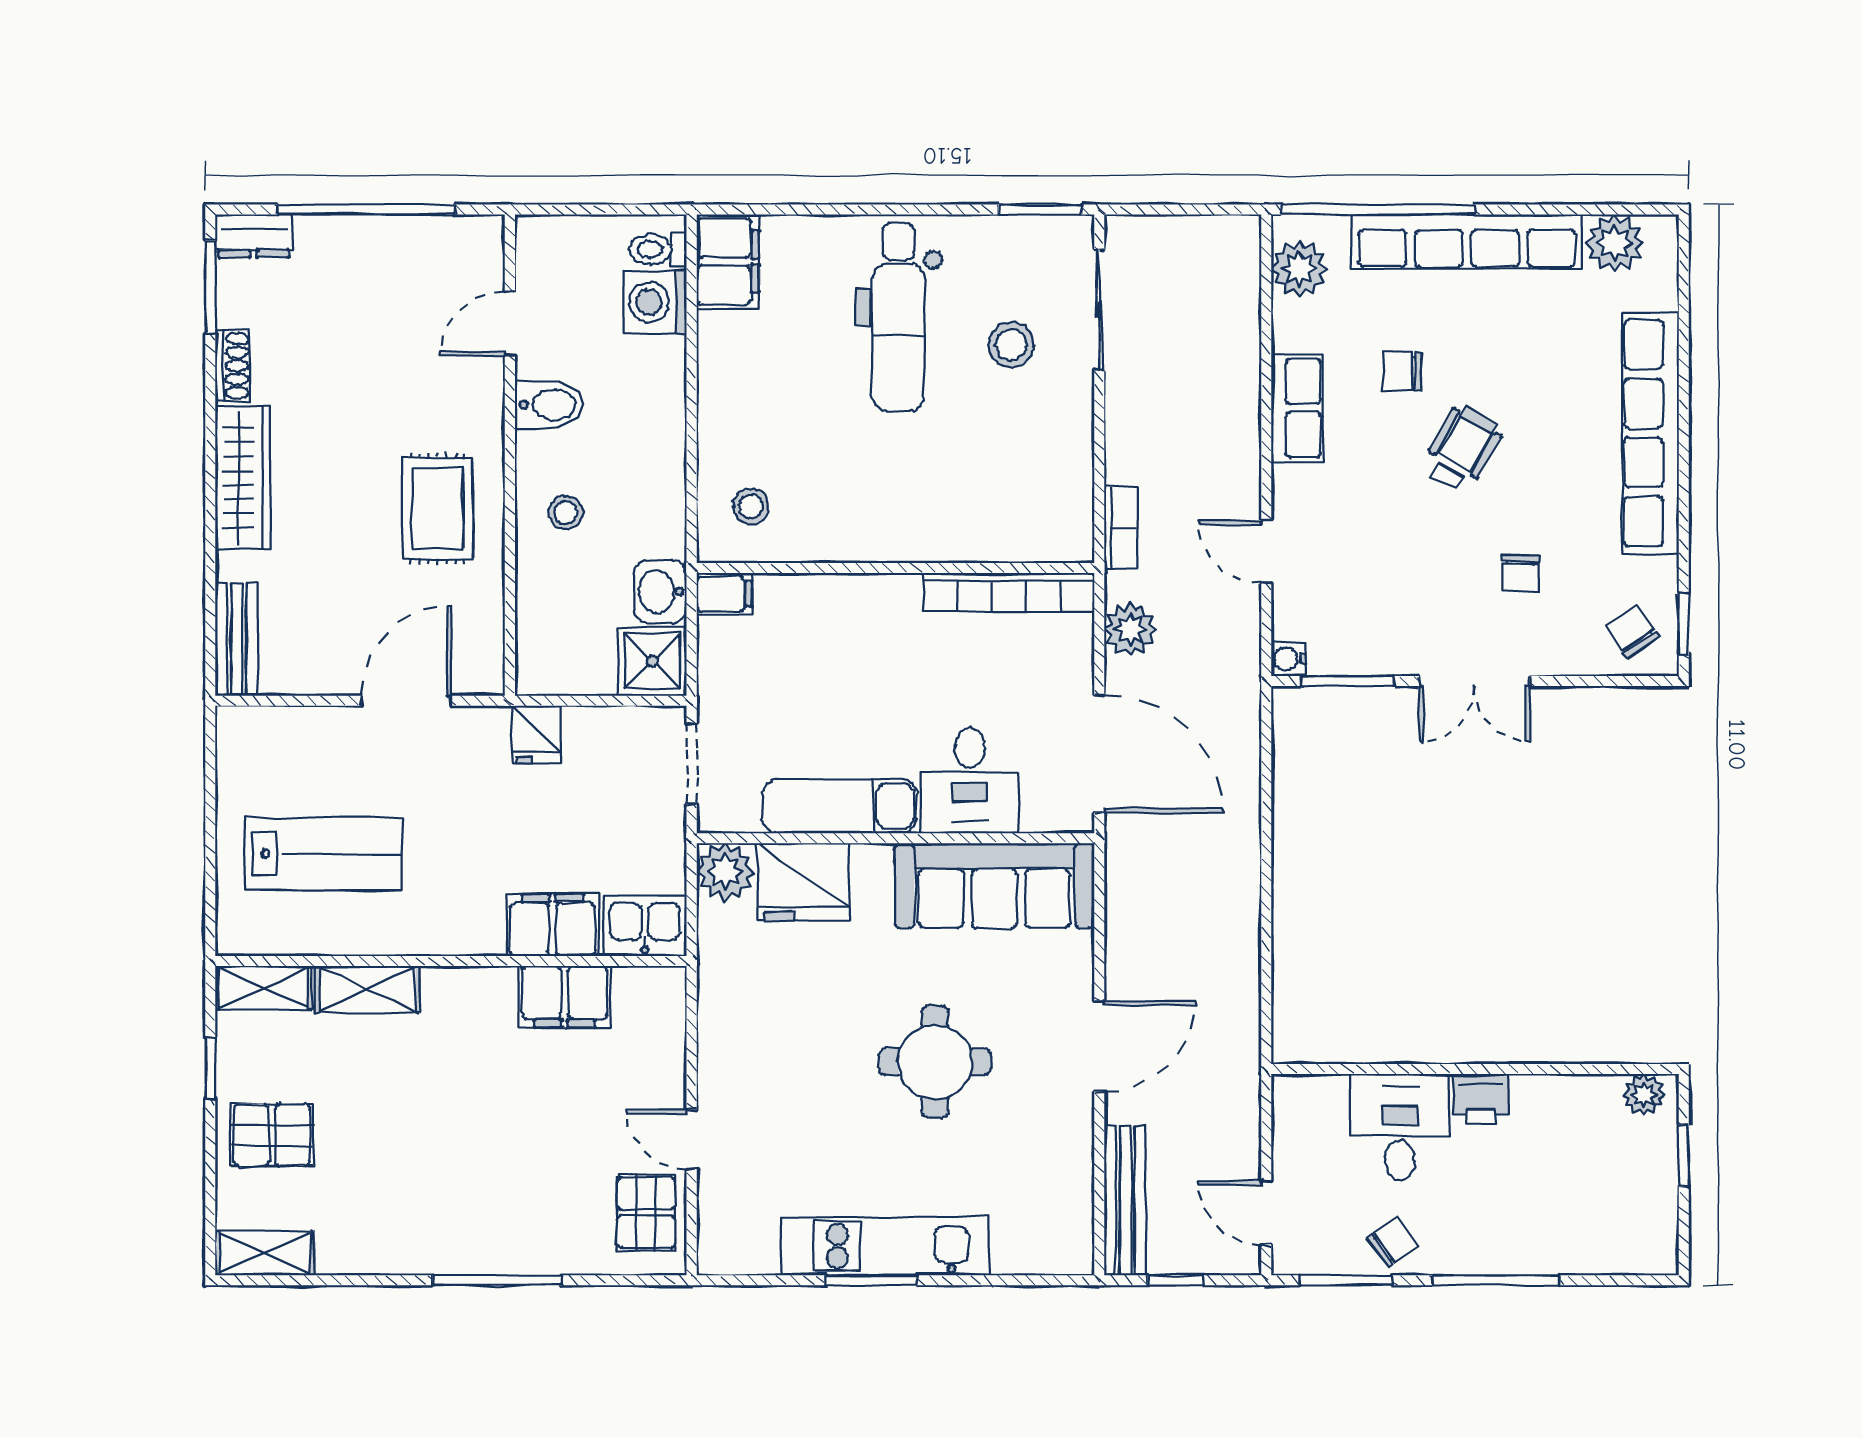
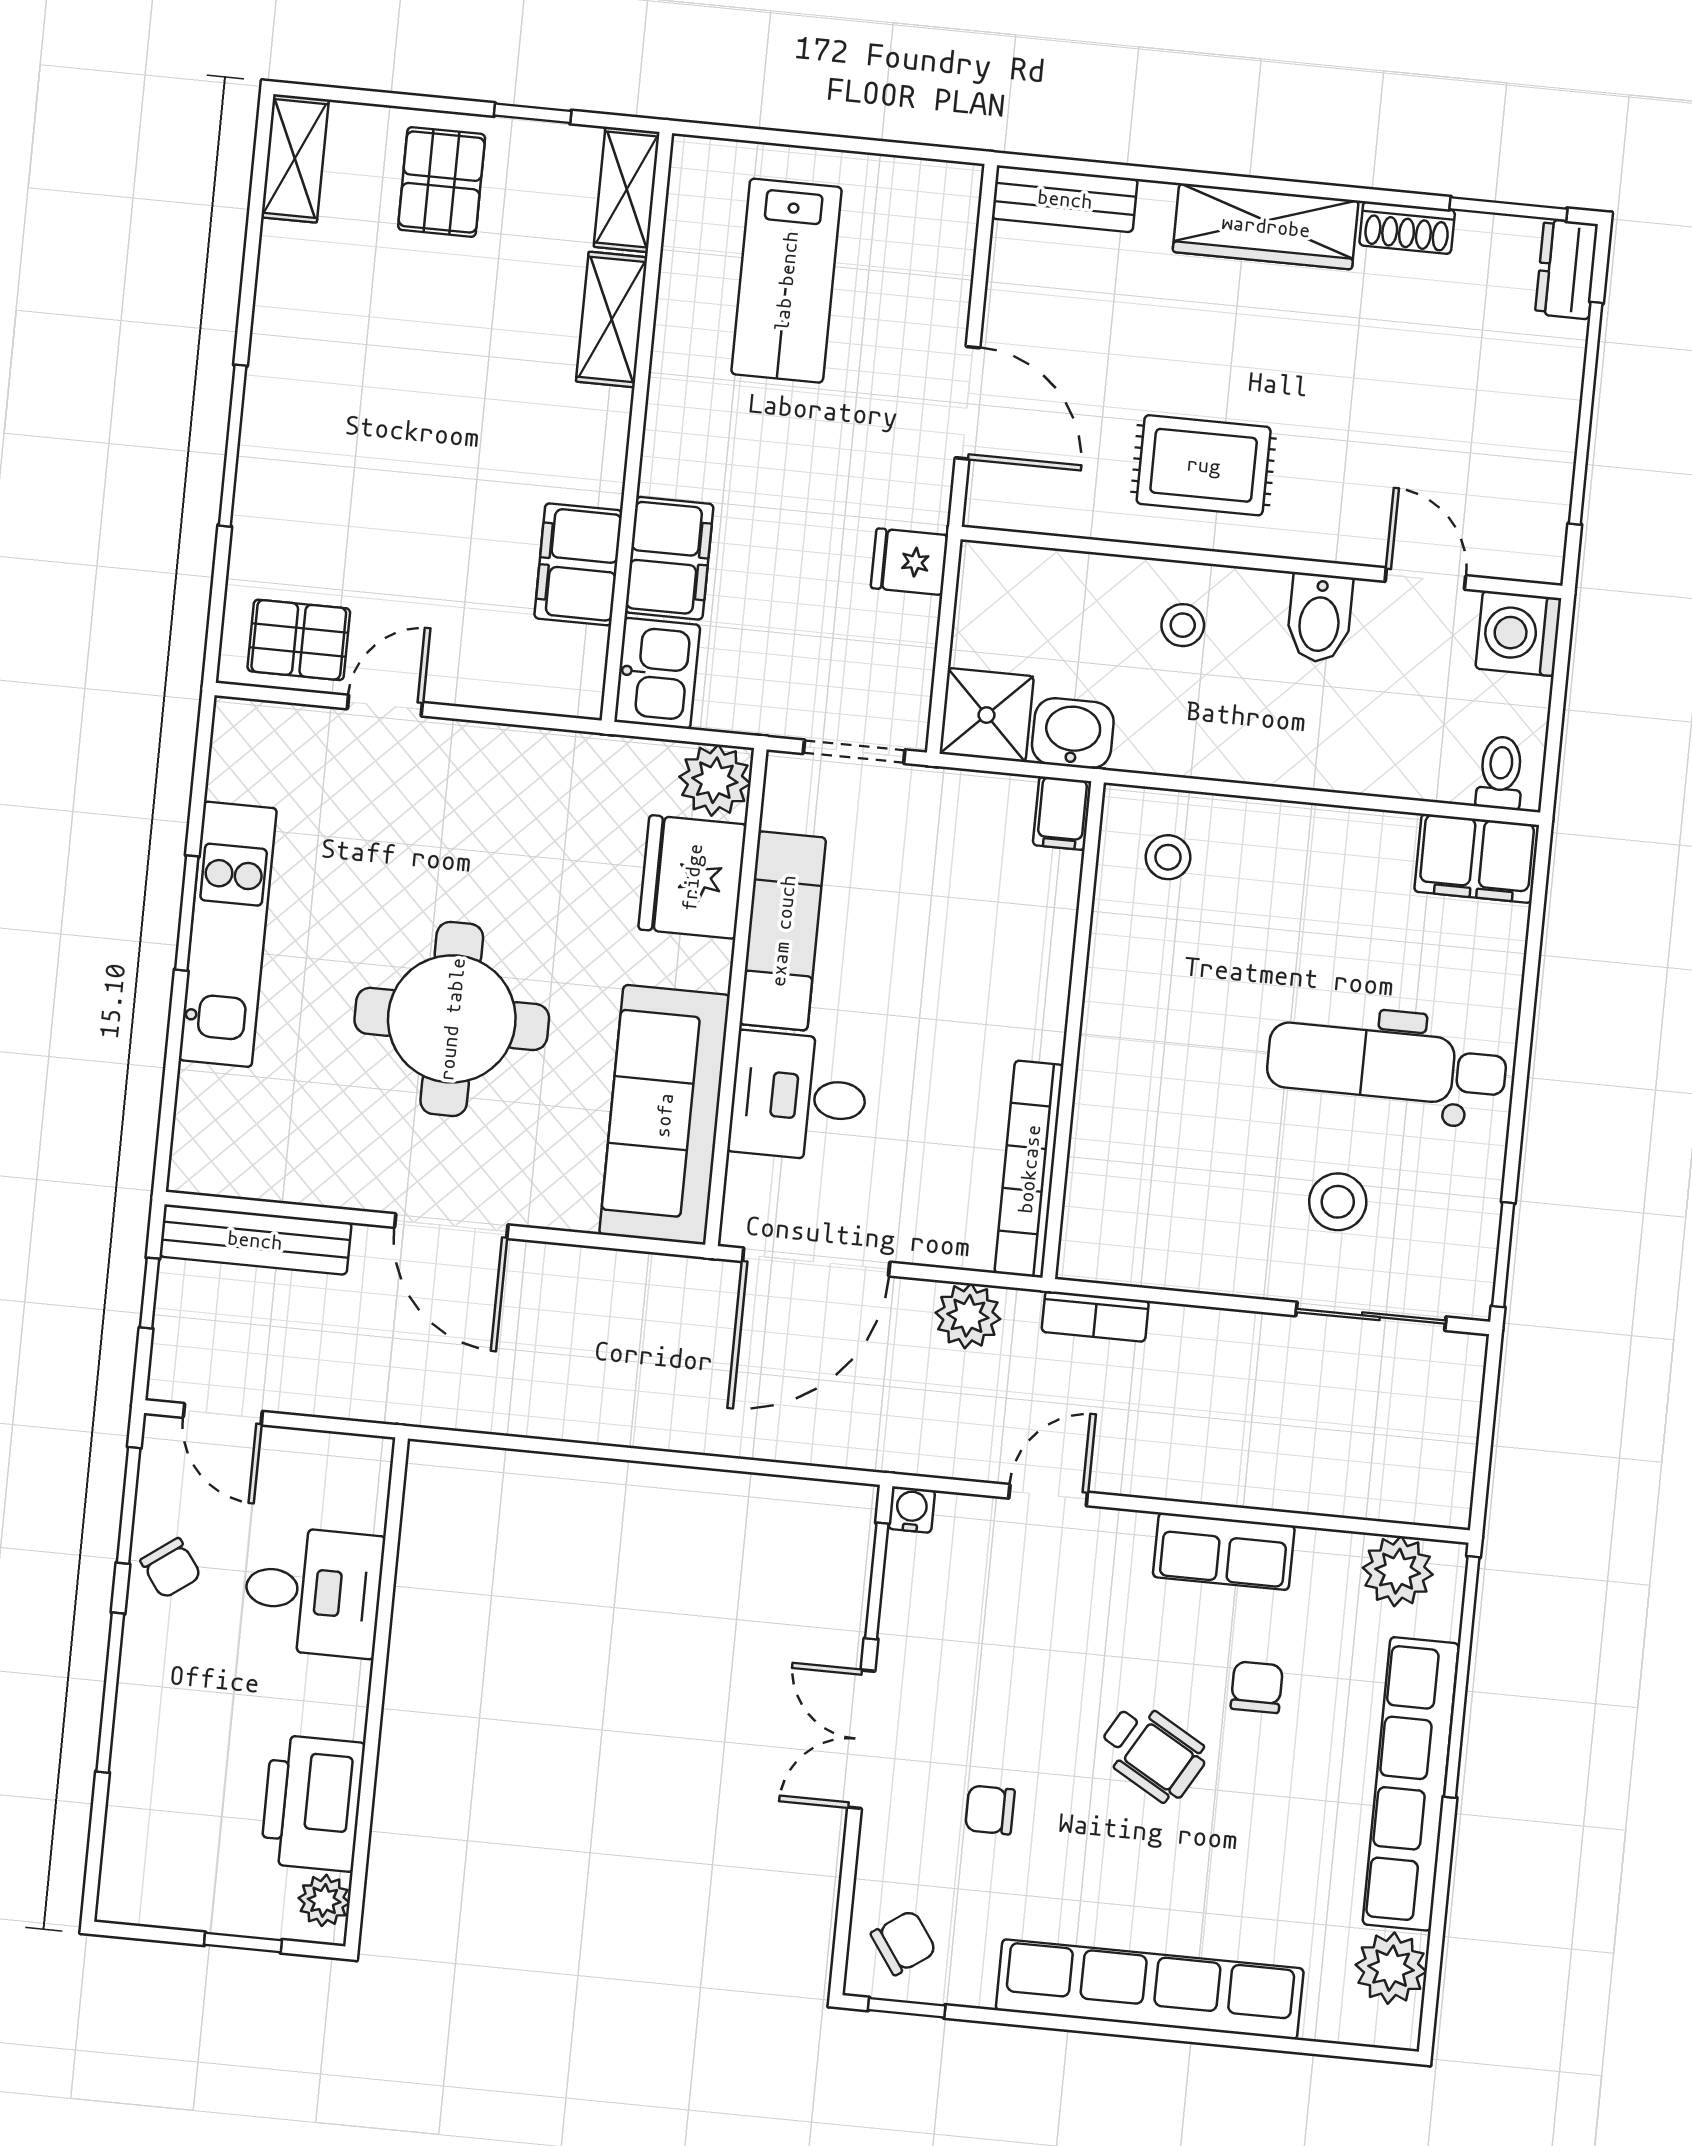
washing machine: (655, 302) -> (1518, 633), moved, turned -90
round table: (935, 1062) -> (452, 1019), width x1.36, depth x1.36
printer: (1481, 1099) -> (313, 1803), moved, width x1.87, depth x1.48
door: (1266, 1213) -> (223, 1414), swing flipped

